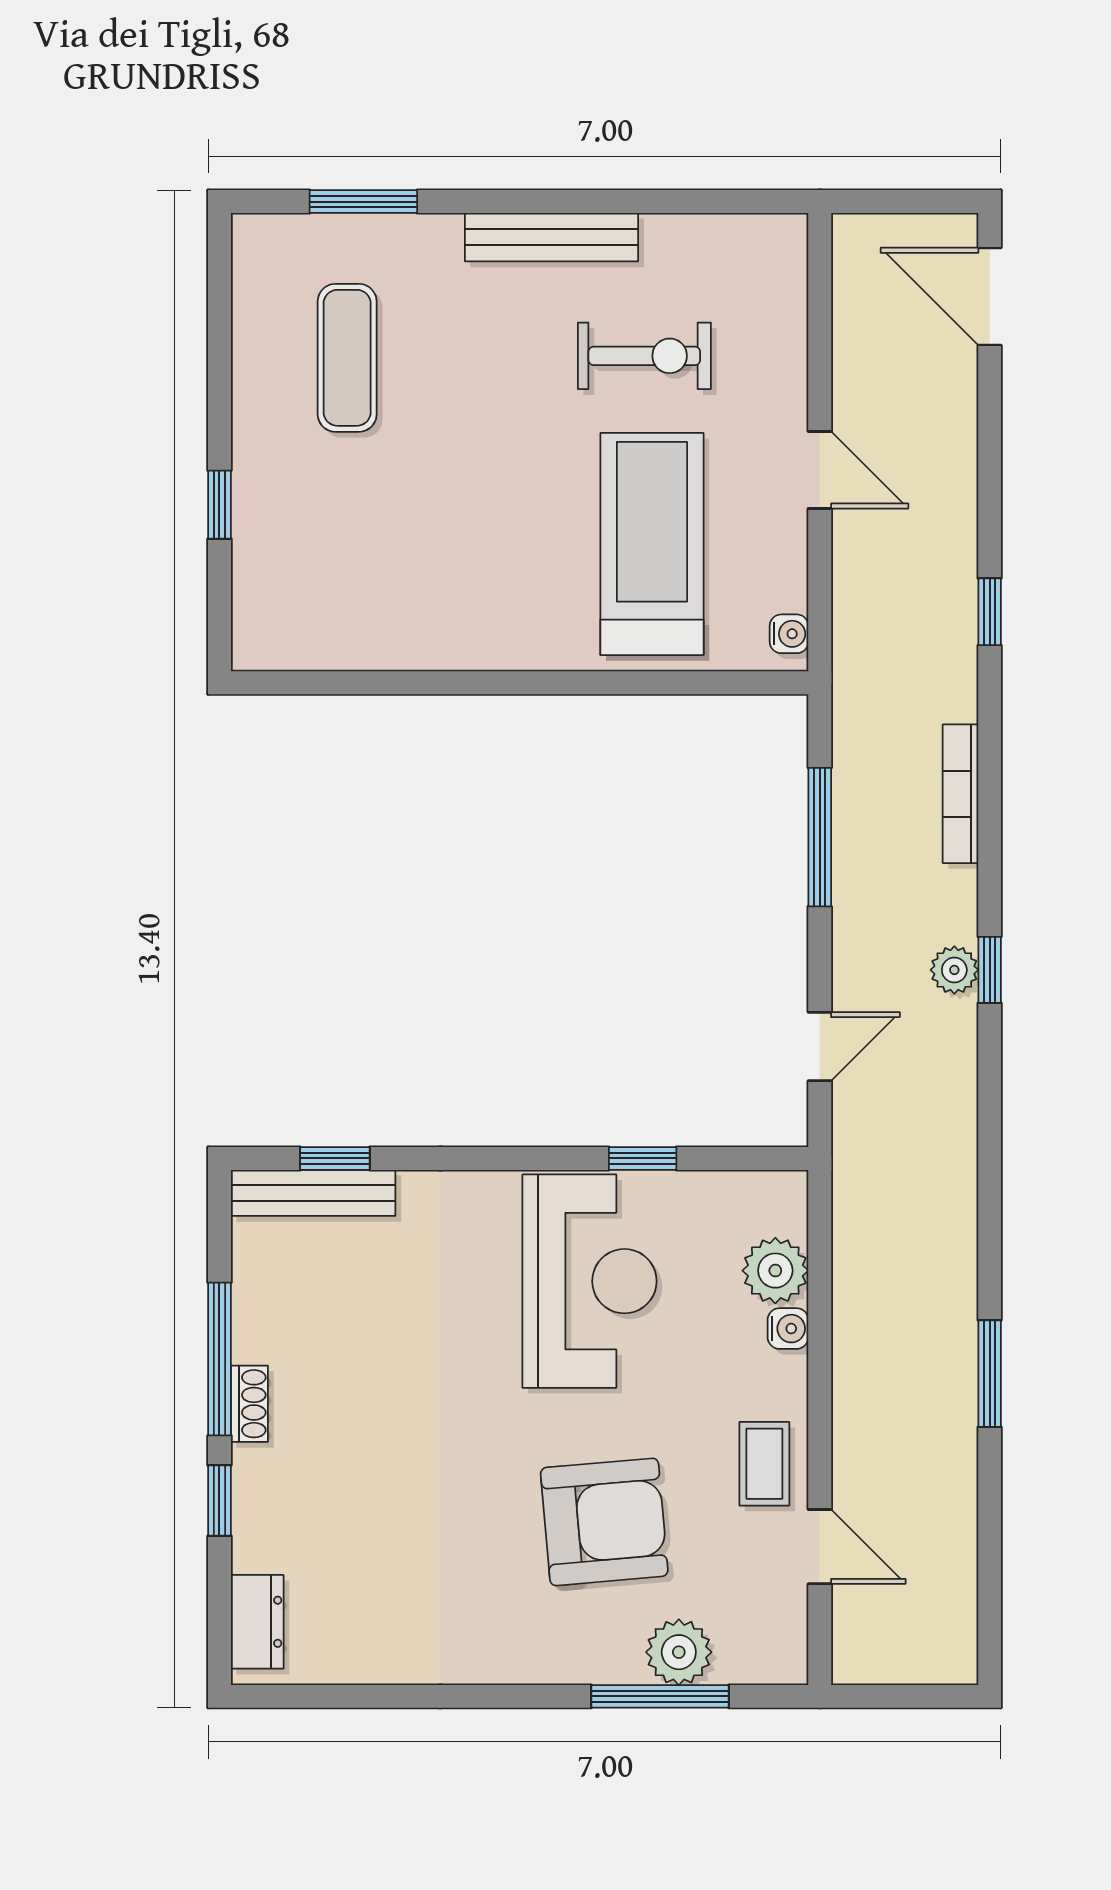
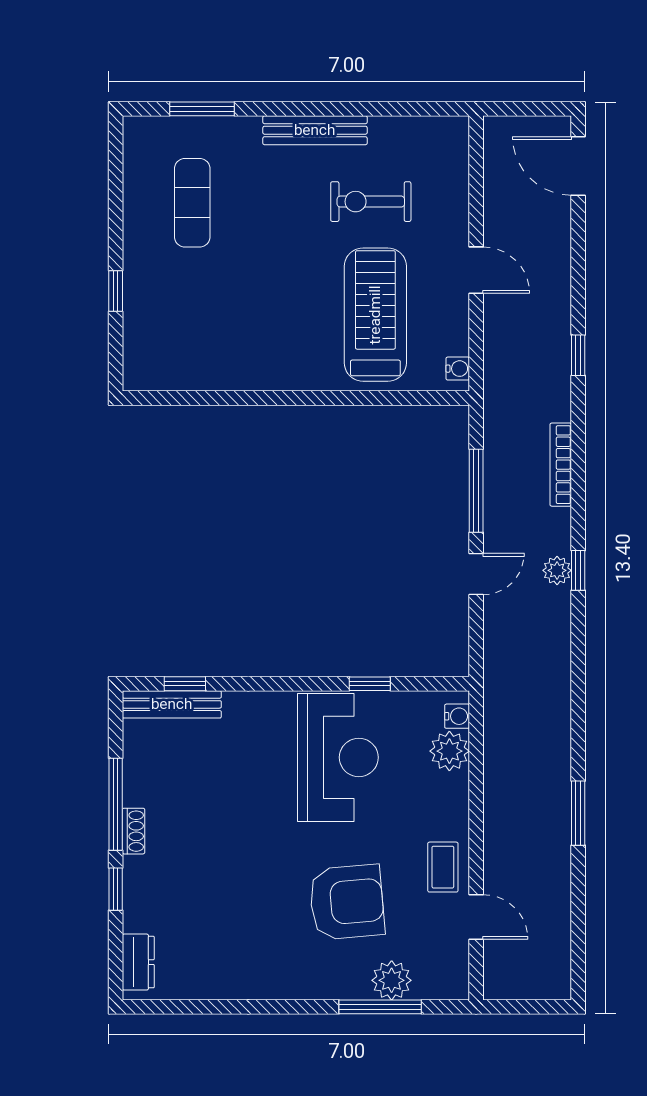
exercise bike: (644, 356) -> (371, 202), turned 180
door: (820, 1047) -> (476, 574), moved
water cooler: (788, 1329) -> (457, 716), moved

